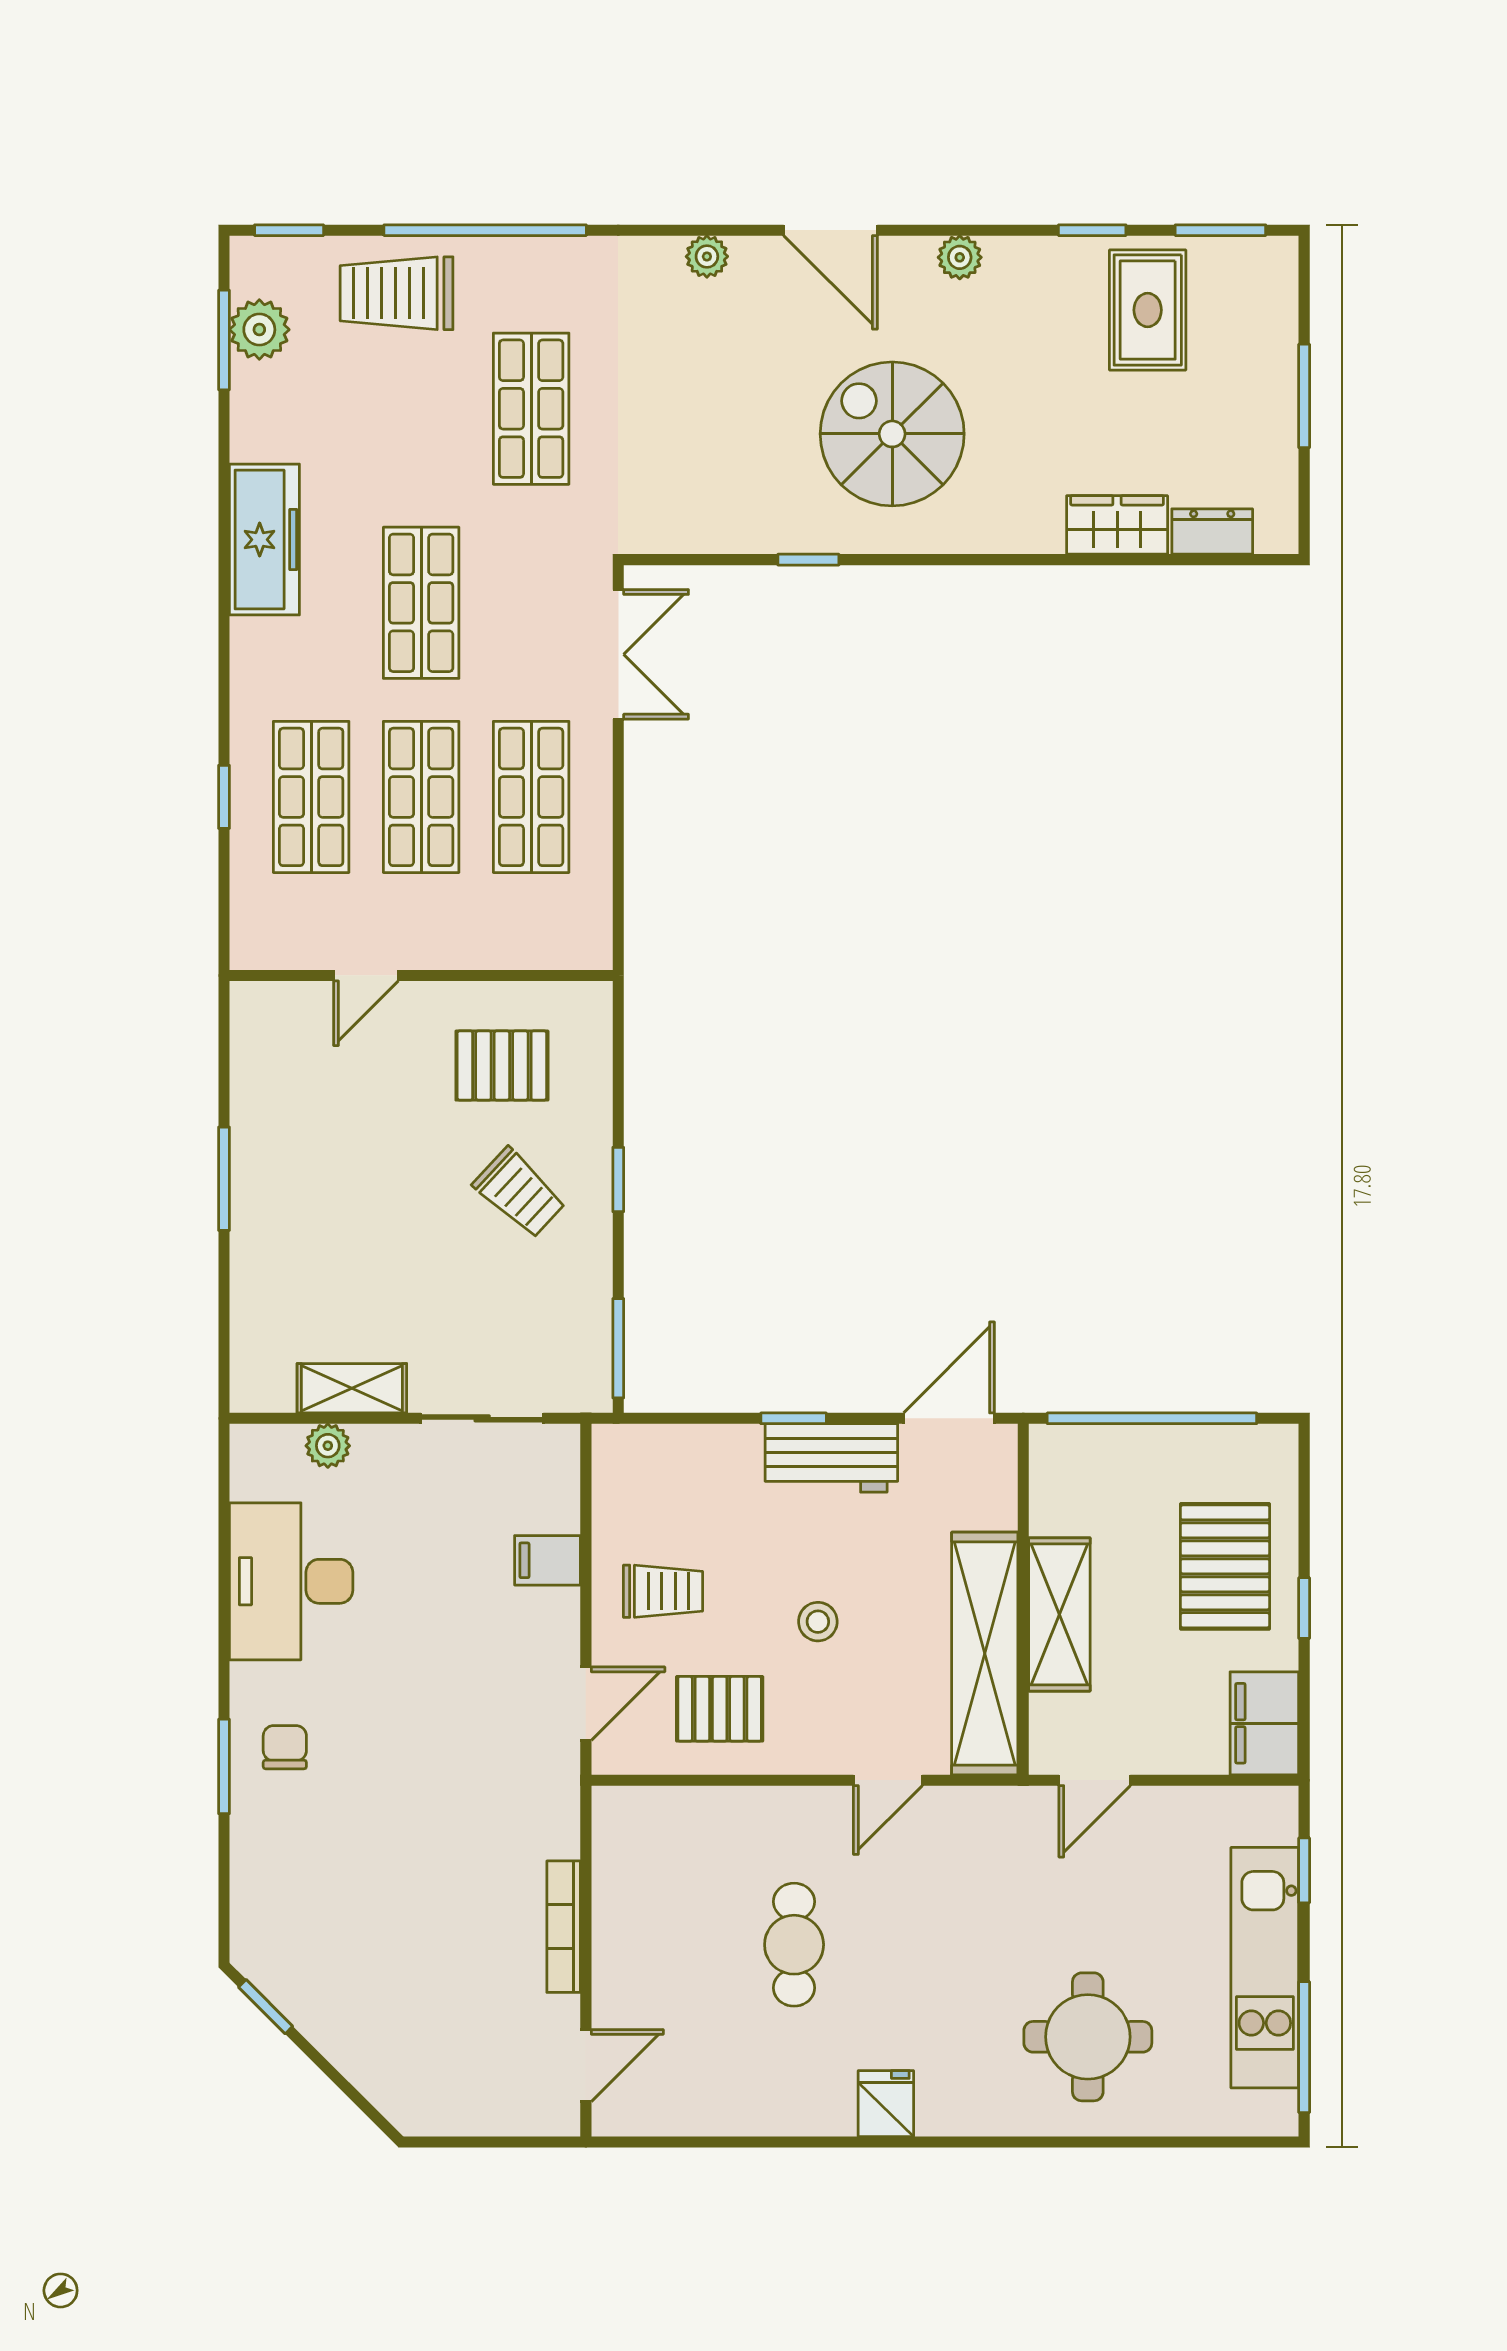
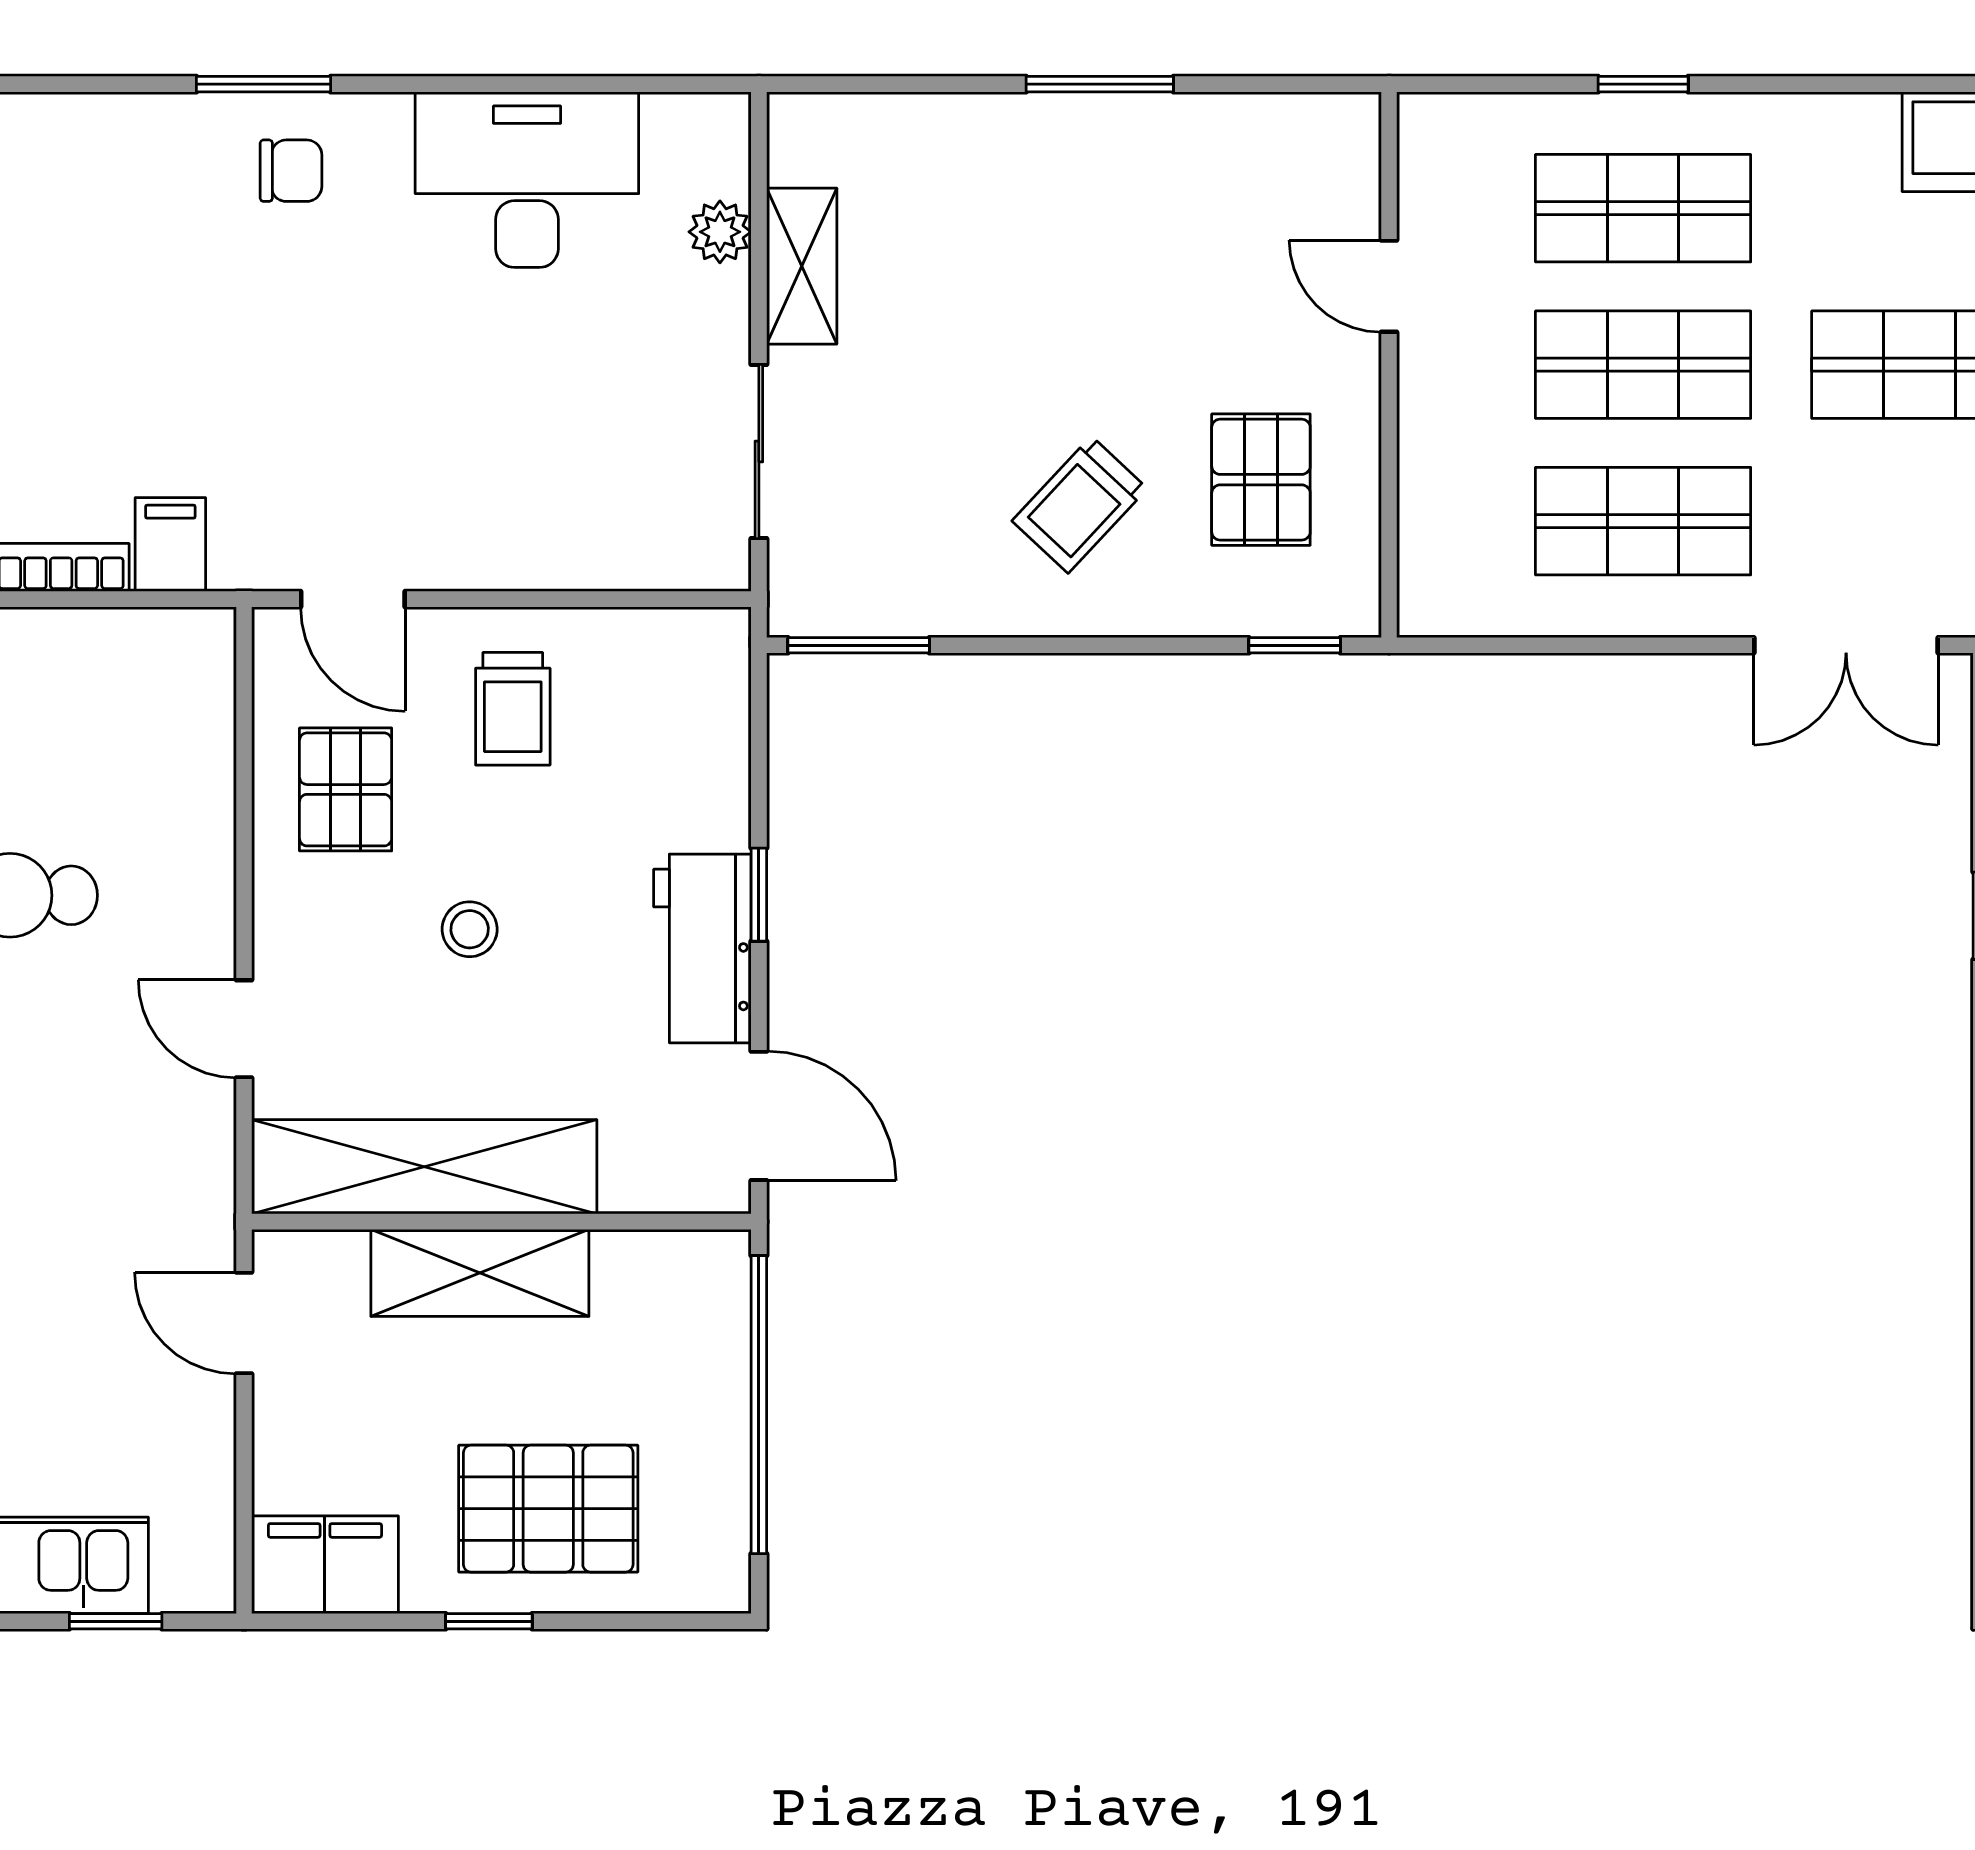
window: (618, 1179) -> (1295, 645), moved
filing cabinet: (547, 1560) -> (170, 544), moved

